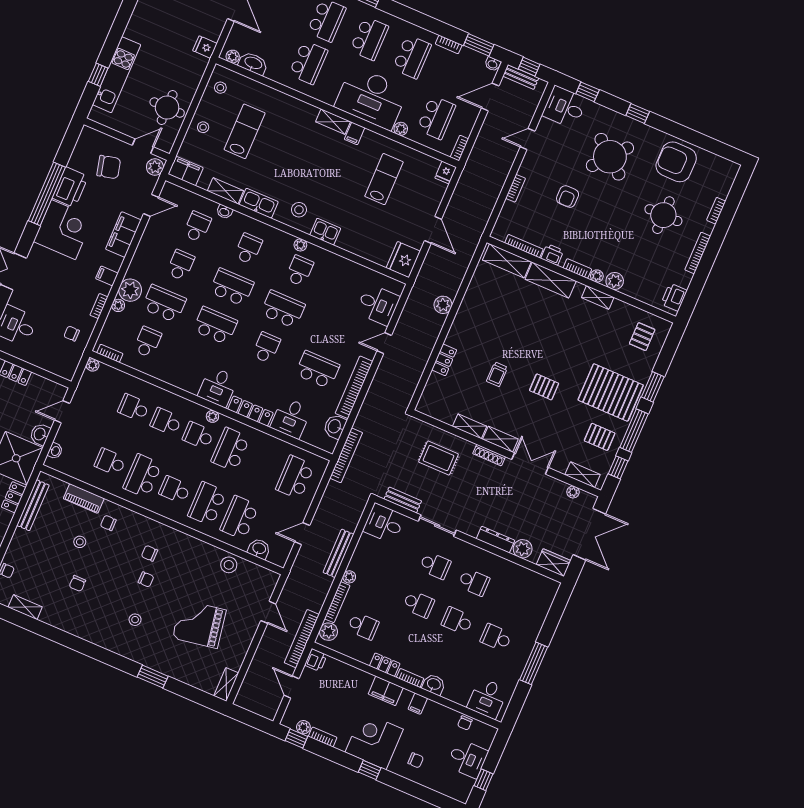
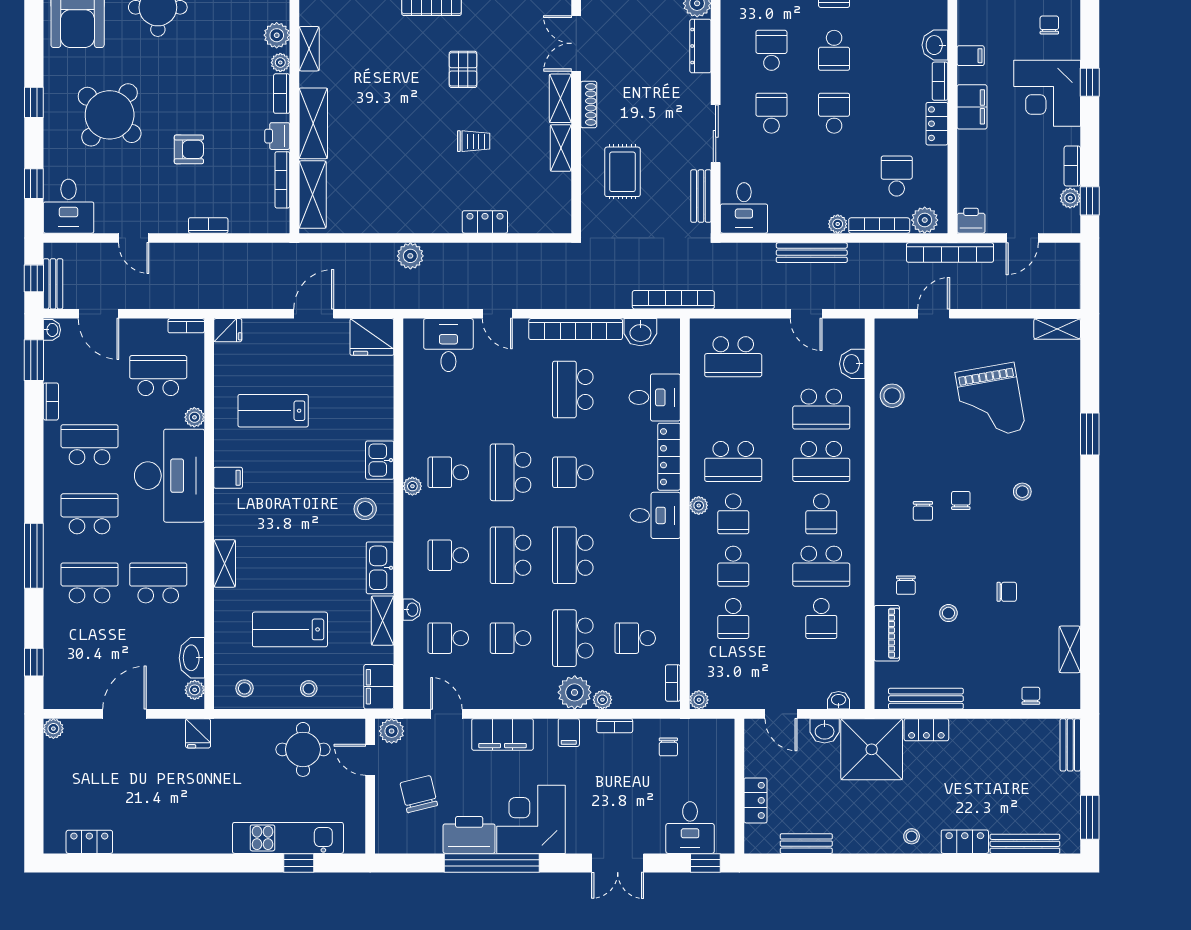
shelving: (333, 122) -> (225, 563), moved

